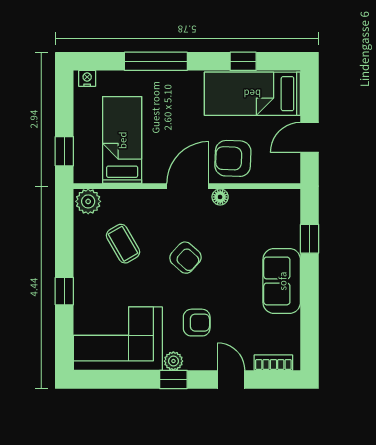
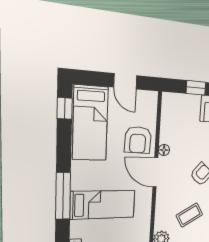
window: (243, 61) -> (65, 108), moved
bed: (122, 140) -> (103, 205), moved, turned 180

